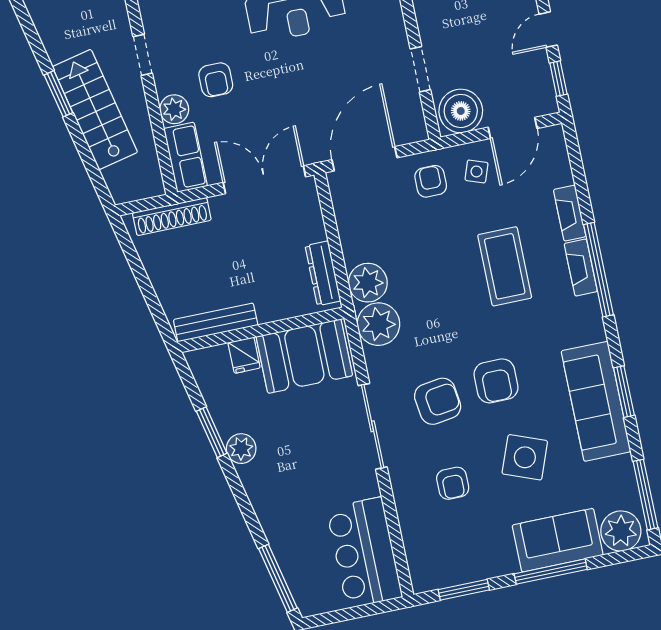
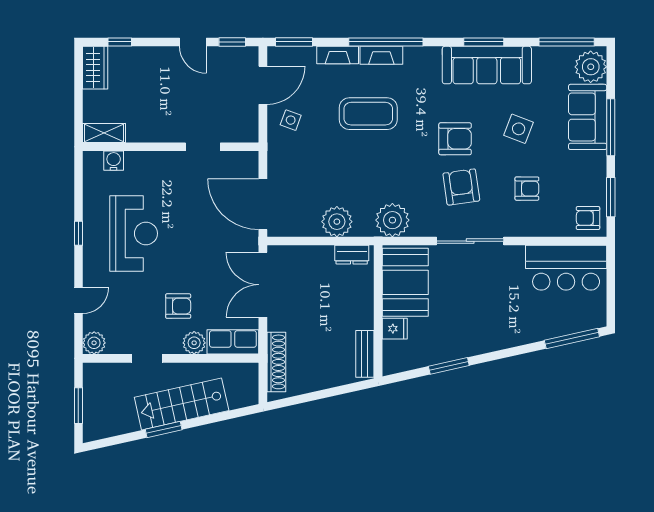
boiler: (461, 111) -> (242, 122), removed
door: (513, 128) -> (263, 85), hinge flipped
window: (575, 155) -> (294, 42), added
armchair: (431, 181) -> (588, 218), moved
dresser: (323, 273) -> (352, 255), width x0.70
plant: (368, 283) -> (337, 222), moved
bench: (216, 322) -> (365, 354), width x0.73
plant: (241, 449) -> (466, 346), removed
side table: (525, 457) -> (519, 129), width x0.73, depth x0.73

